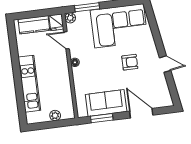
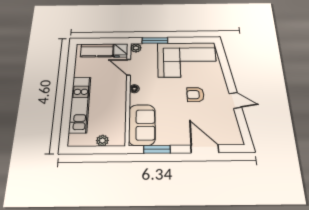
armchair: (130, 62) -> (195, 95), turned 180
sofa: (106, 103) -> (142, 125), moved, turned 90

